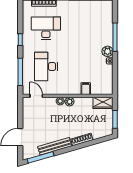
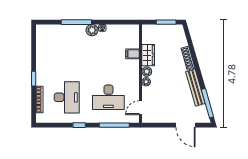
desk: (46, 28) -> (67, 97), turned 180
wardrobe: (103, 103) -> (148, 55), moved

